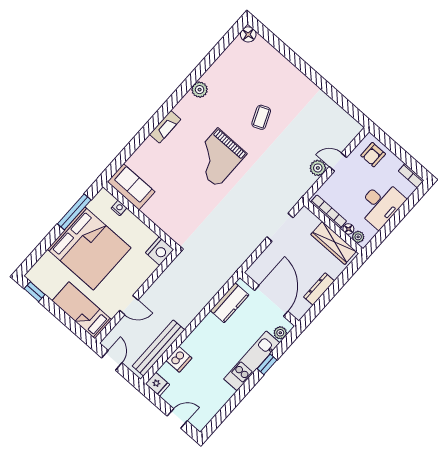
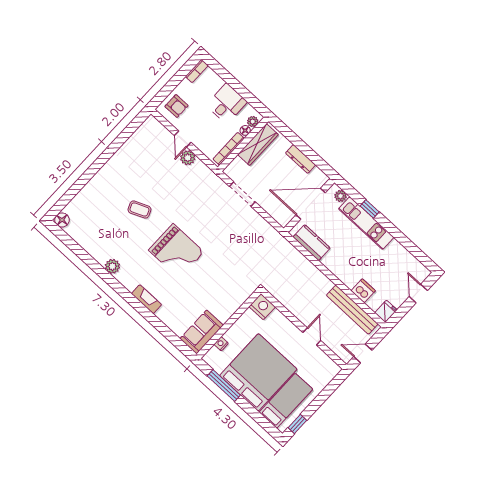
desk: (381, 204) -> (227, 104), width x0.73
bed: (82, 310) -> (286, 401), moved, turned 180

